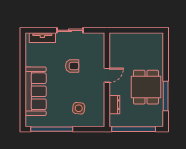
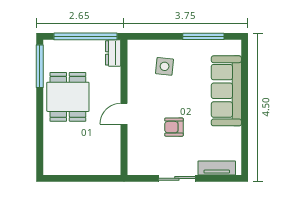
window: (166, 96) -> (40, 66), moved
dresser: (114, 105) -> (113, 53), moved
window: (52, 129) -> (203, 36), width x0.68

